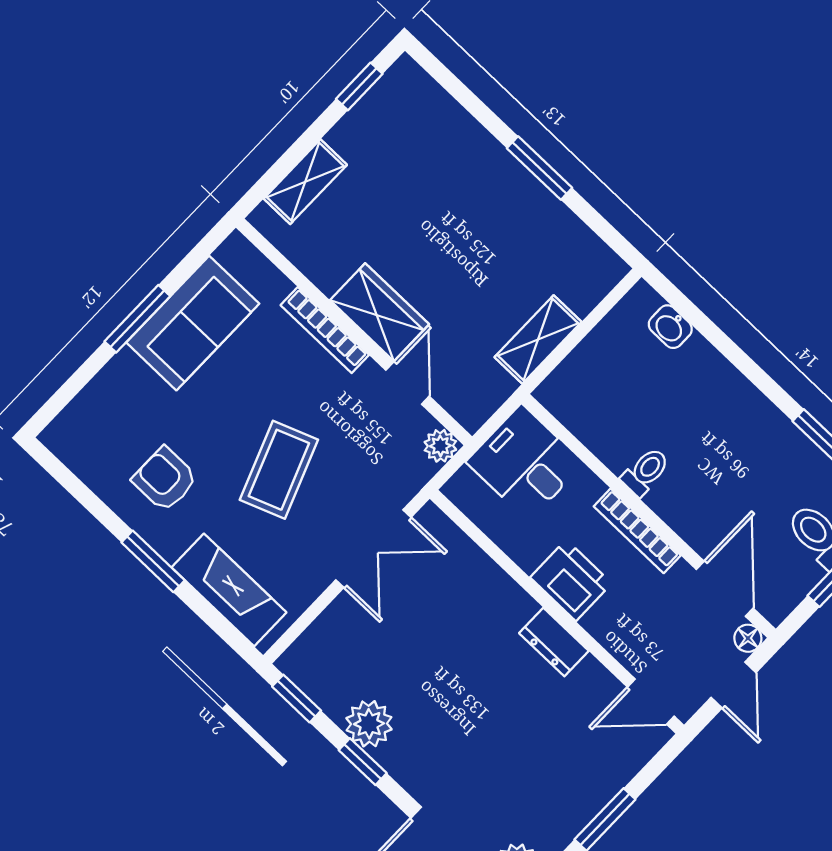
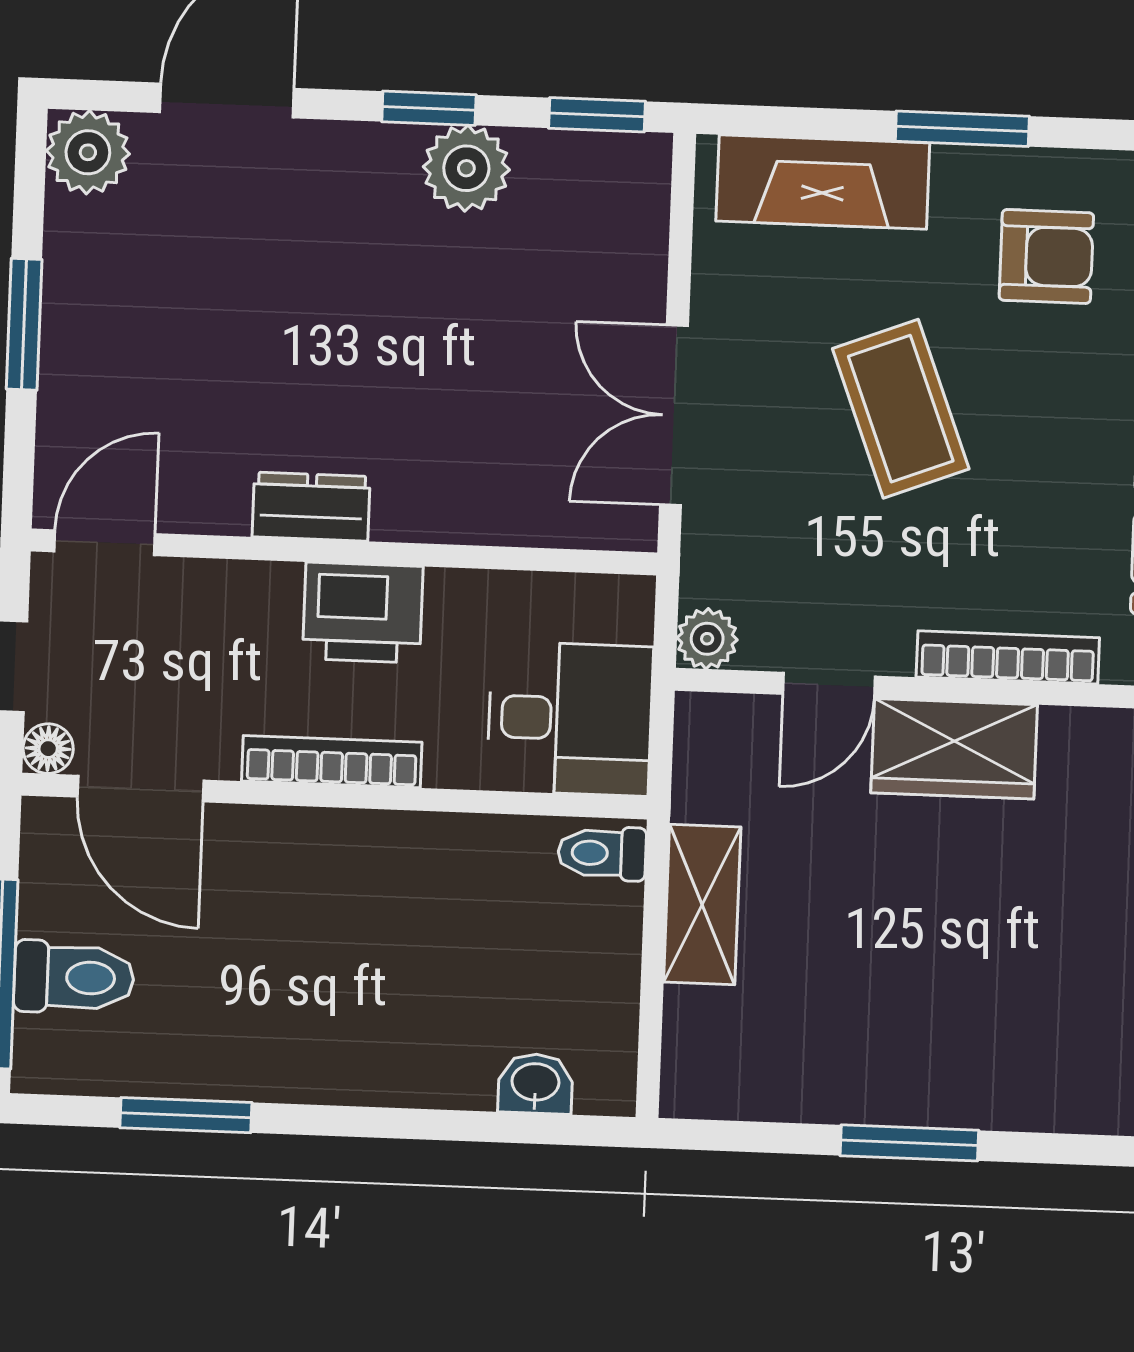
door: (408, 383) -> (829, 685), hinge flipped
toilet: (645, 472) -> (602, 853), moved, turned 90

